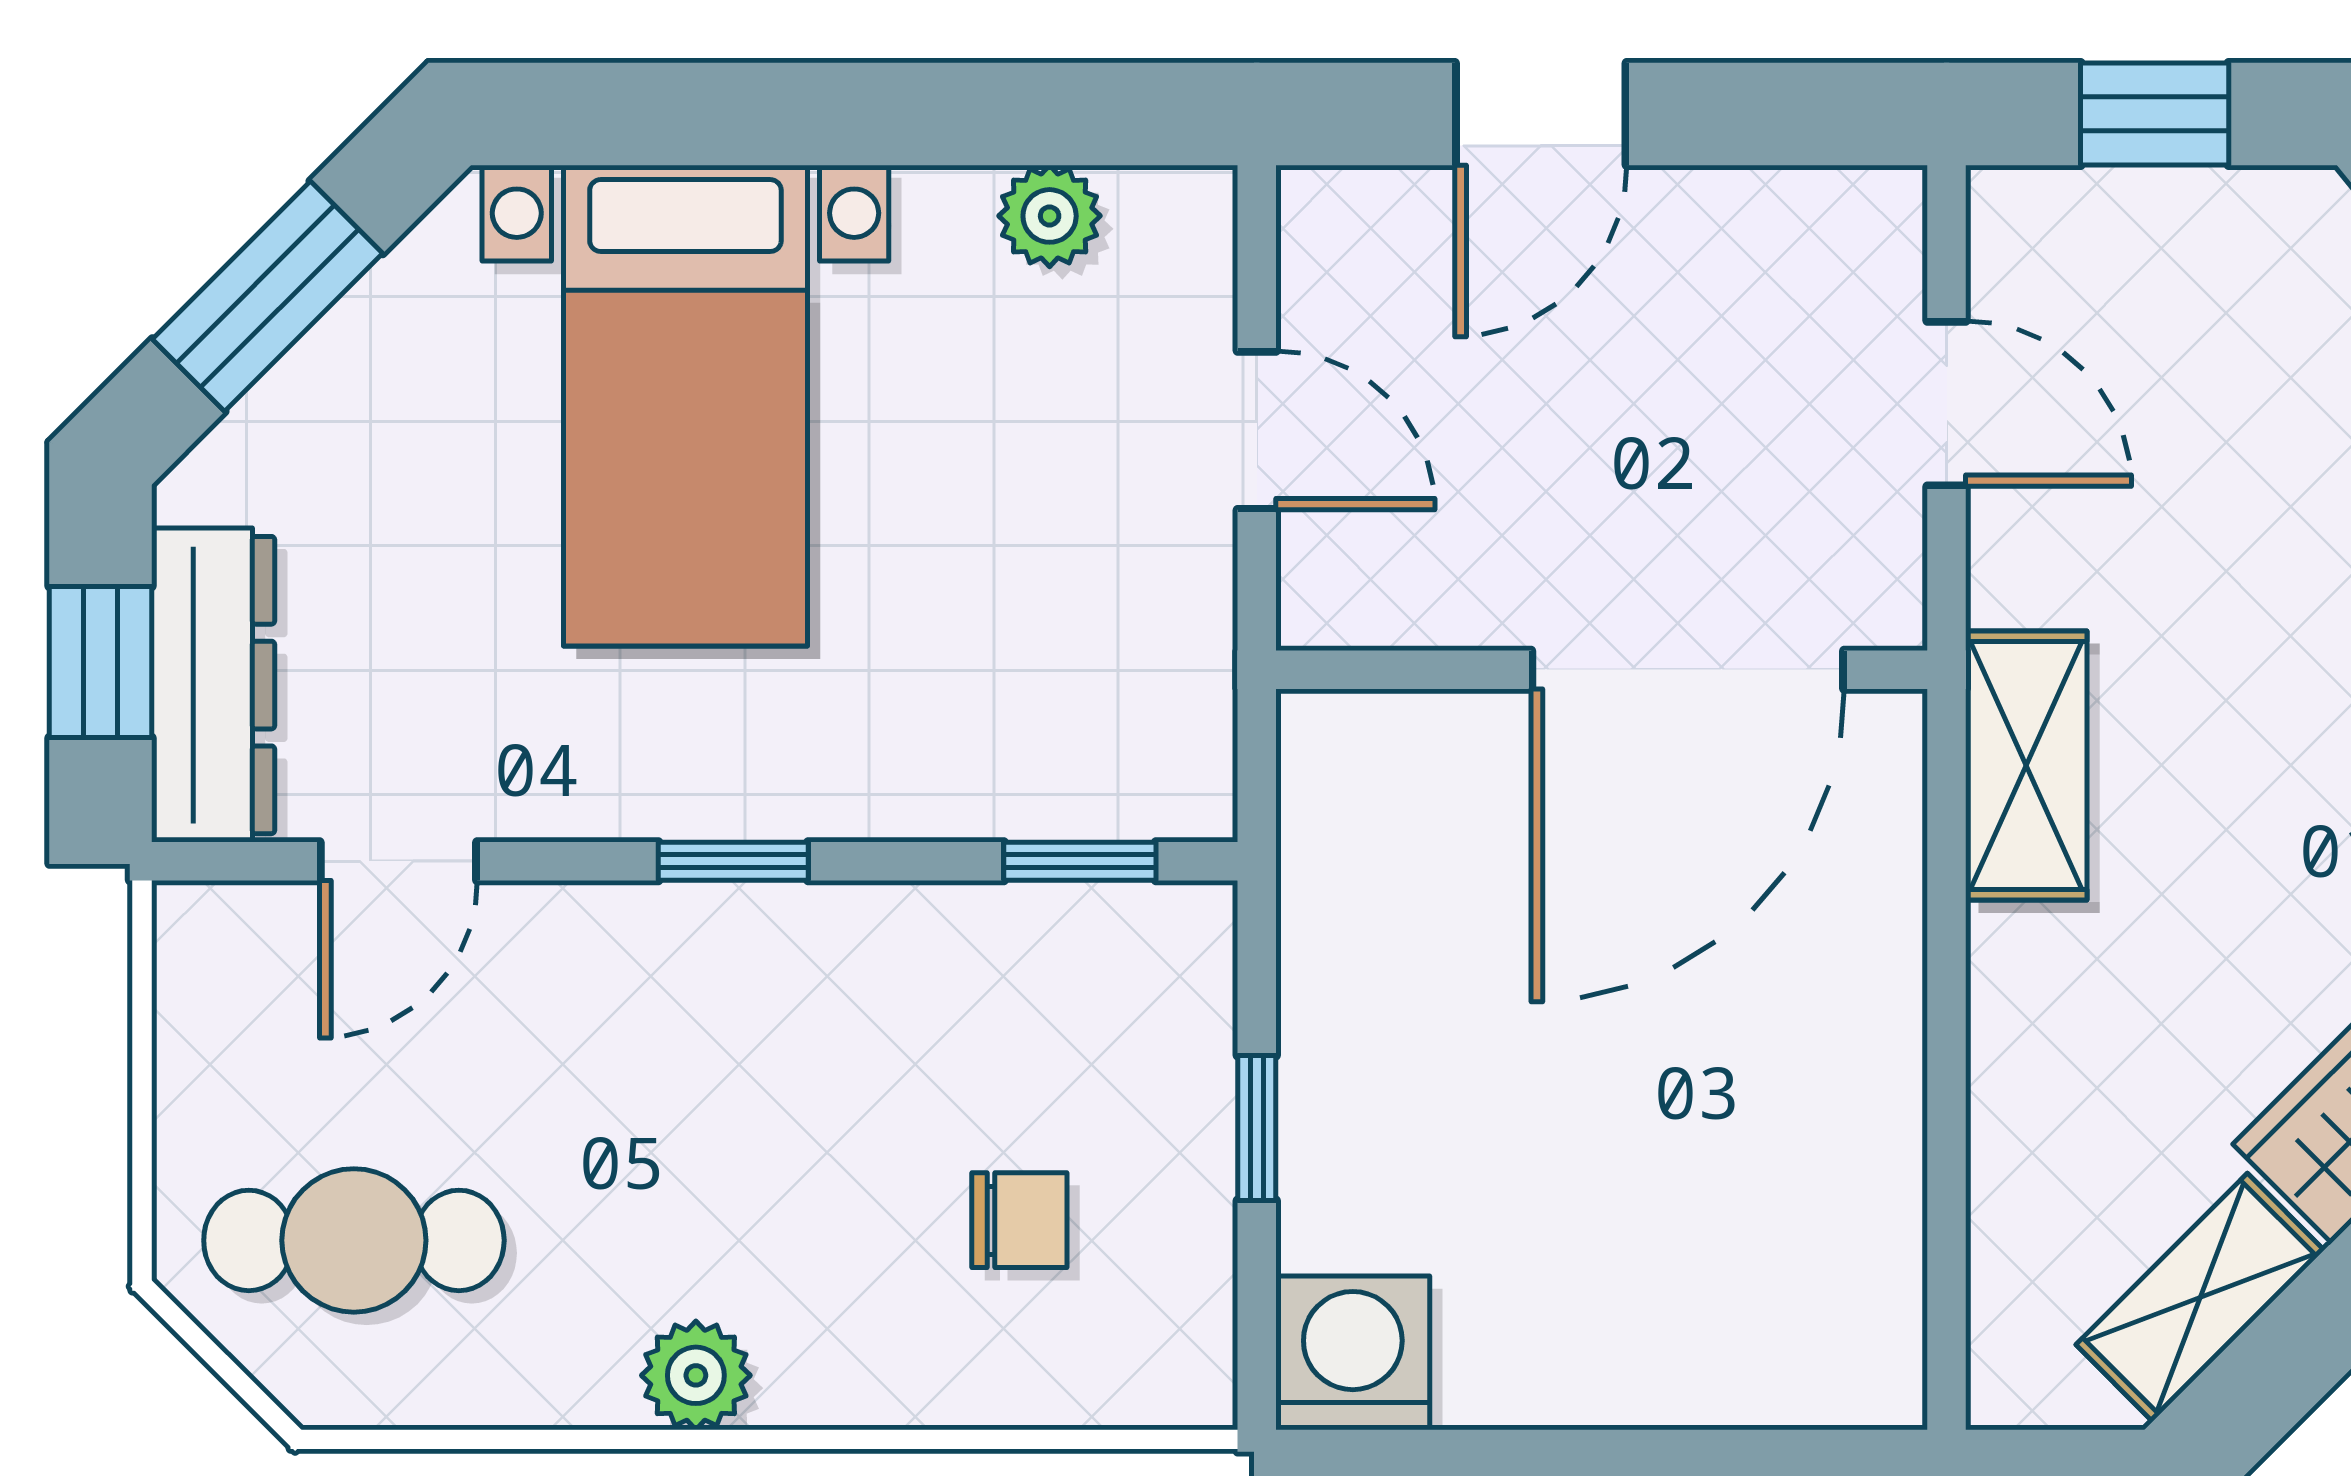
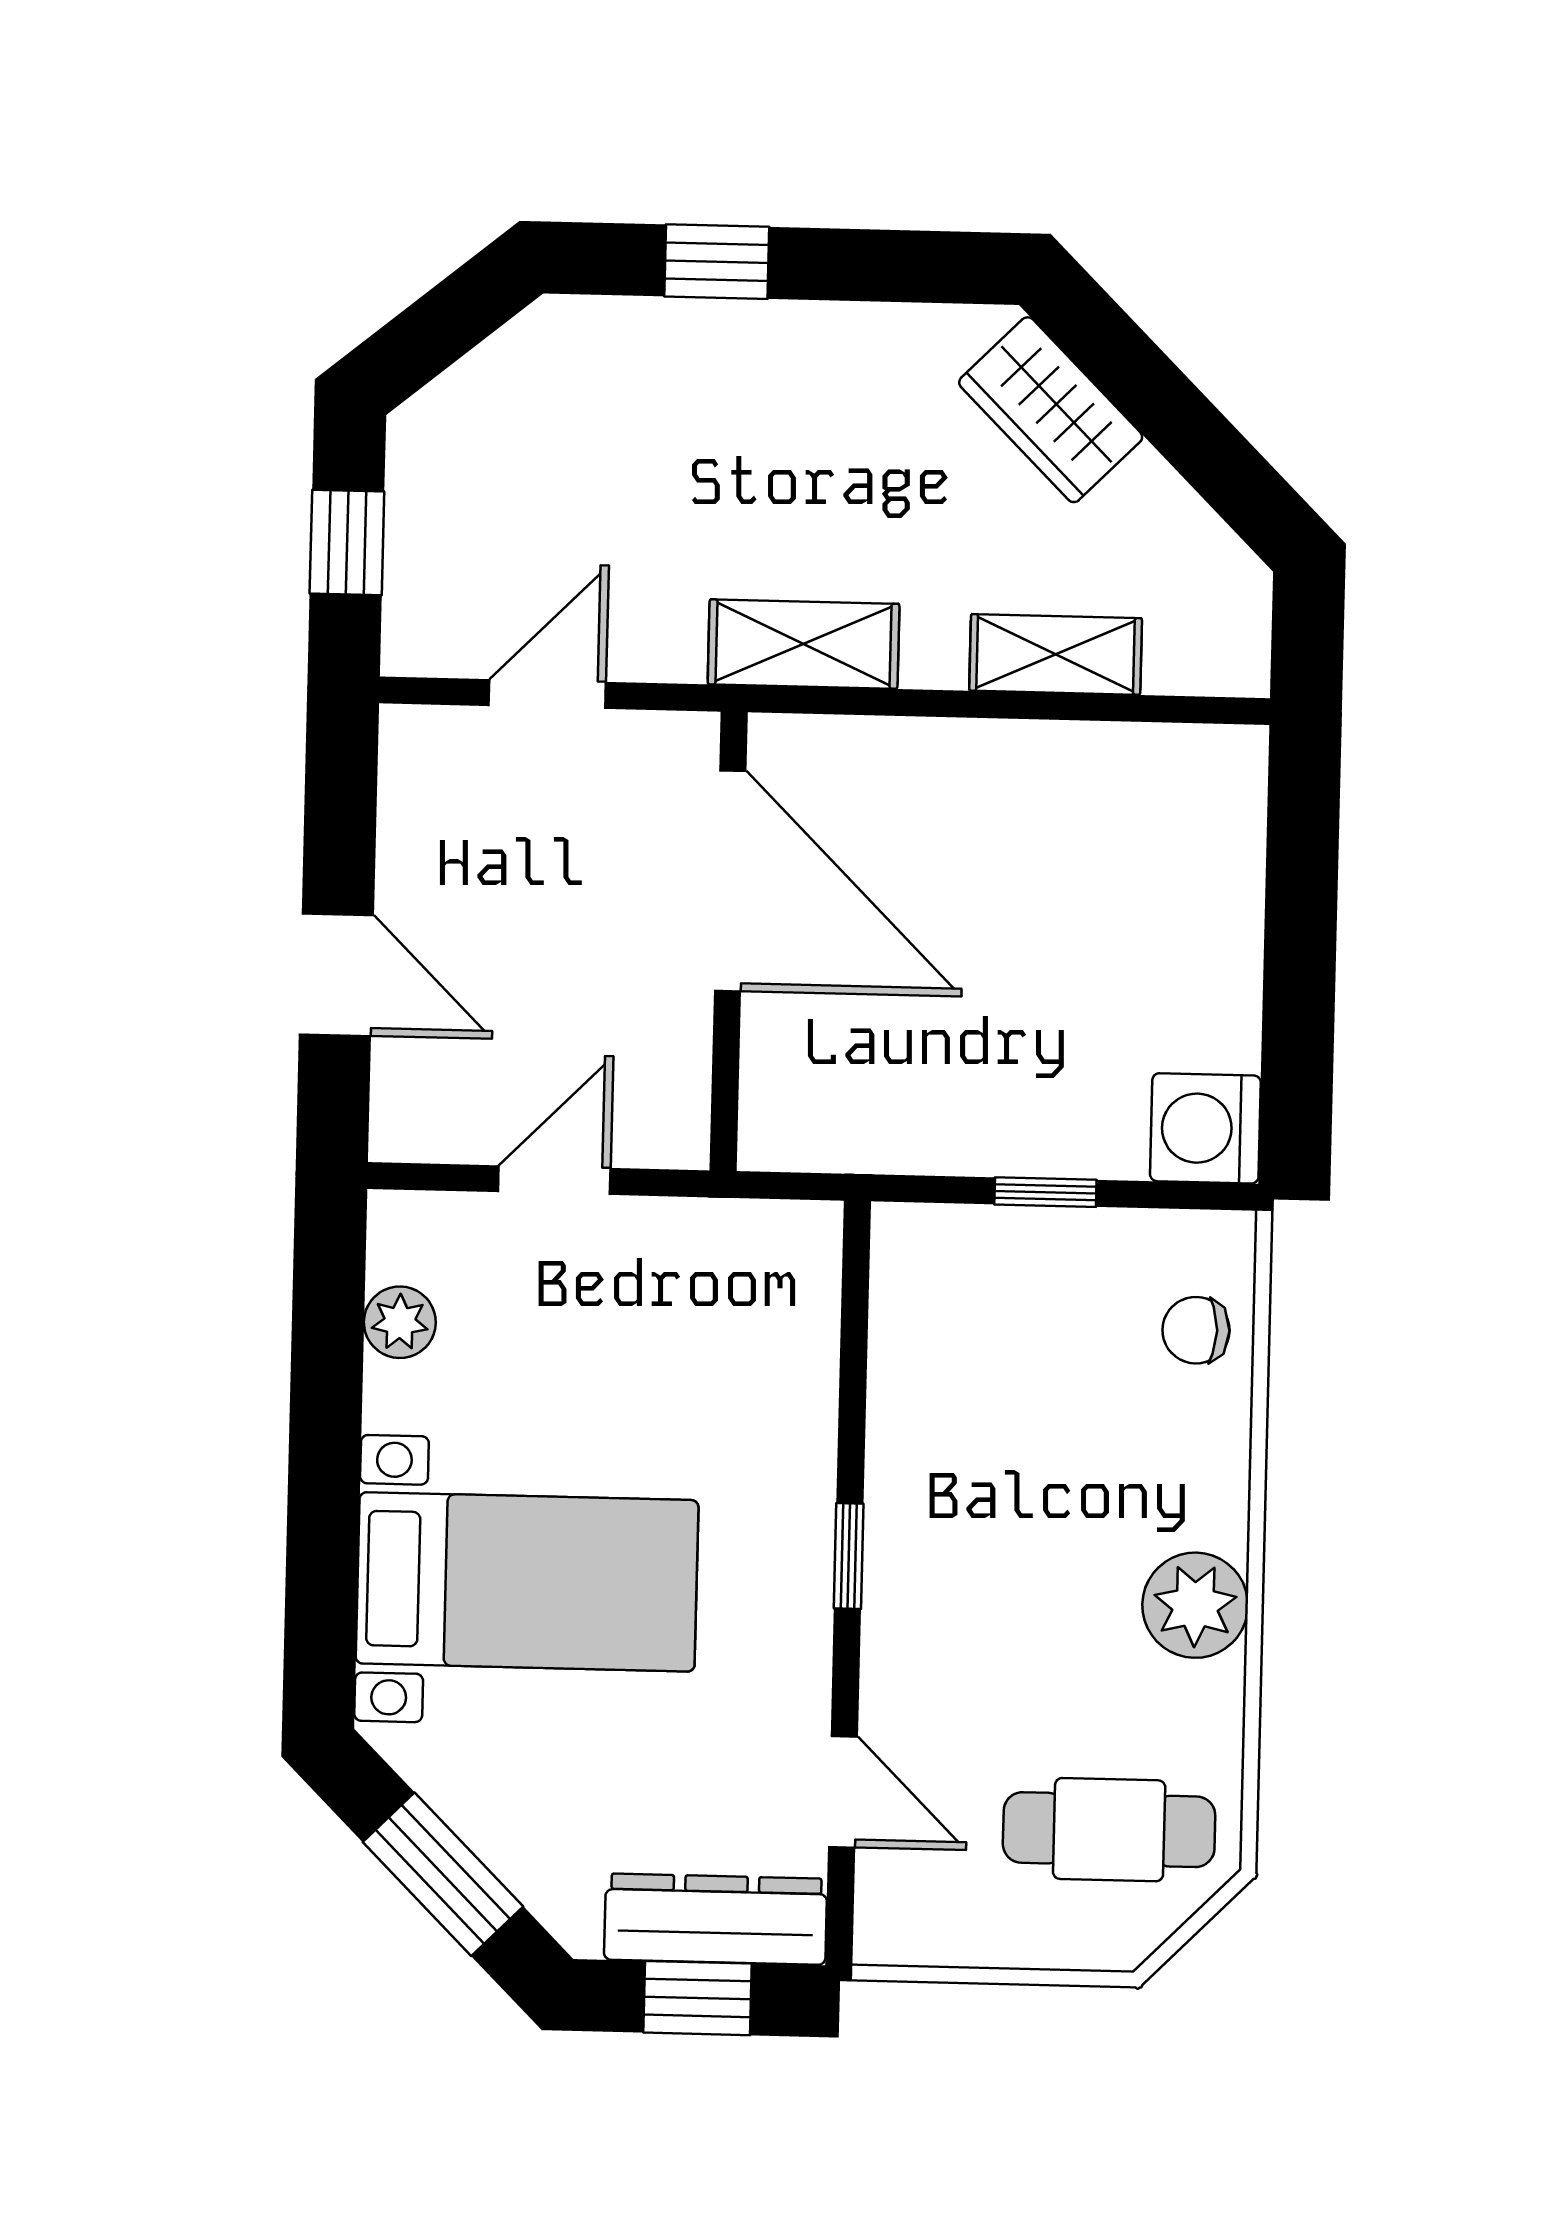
window: (1080, 861) -> (855, 1312), removed
chair: (1019, 1220) -> (1196, 1330), moved, turned -90
cafe table: (354, 1240) -> (1109, 1830), turned 90
shelving: (2200, 1298) -> (1056, 654), moved, turned -45
plant: (696, 1375) -> (1195, 1605), width x1.38, depth x1.38

